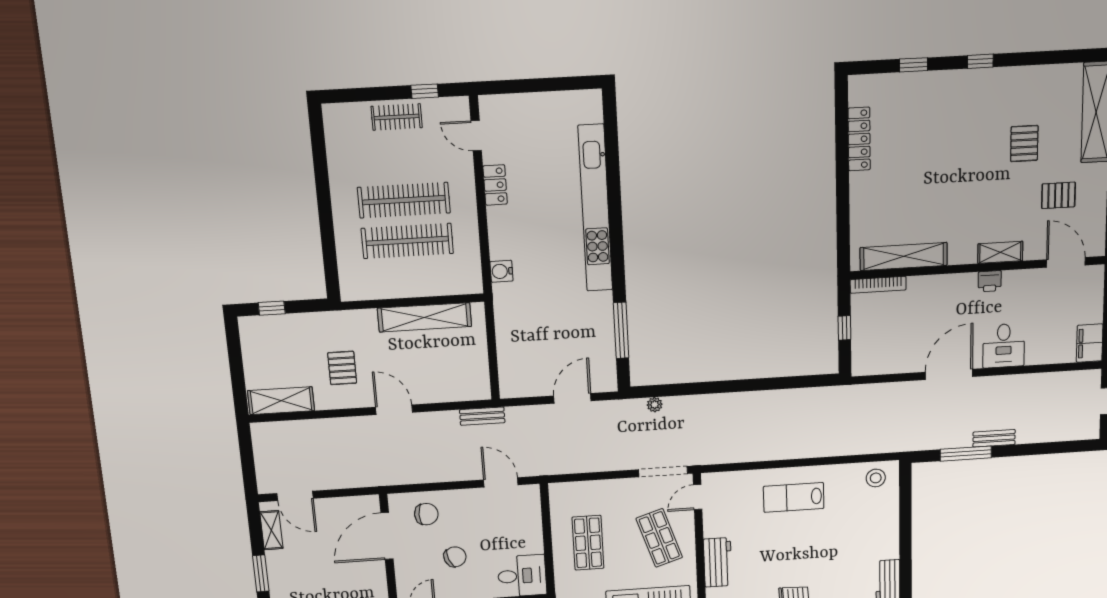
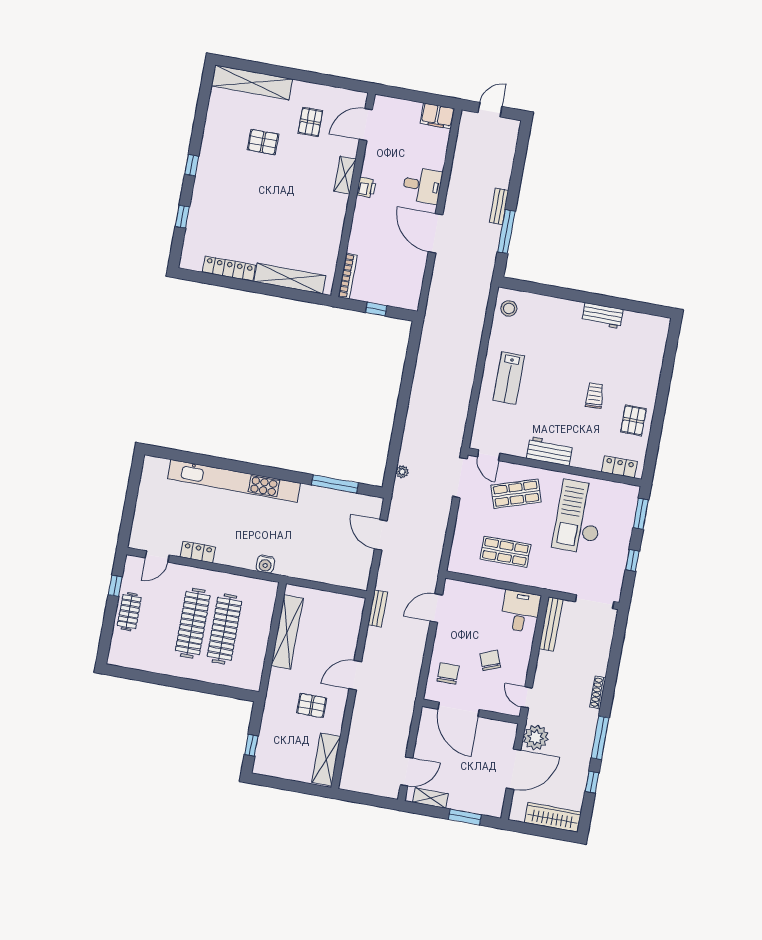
shelving: (904, 256) -> (290, 279), moved, turned 90

